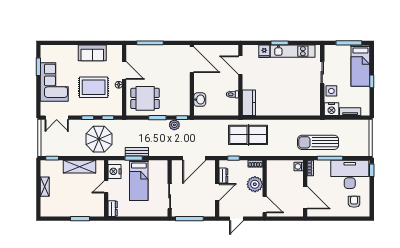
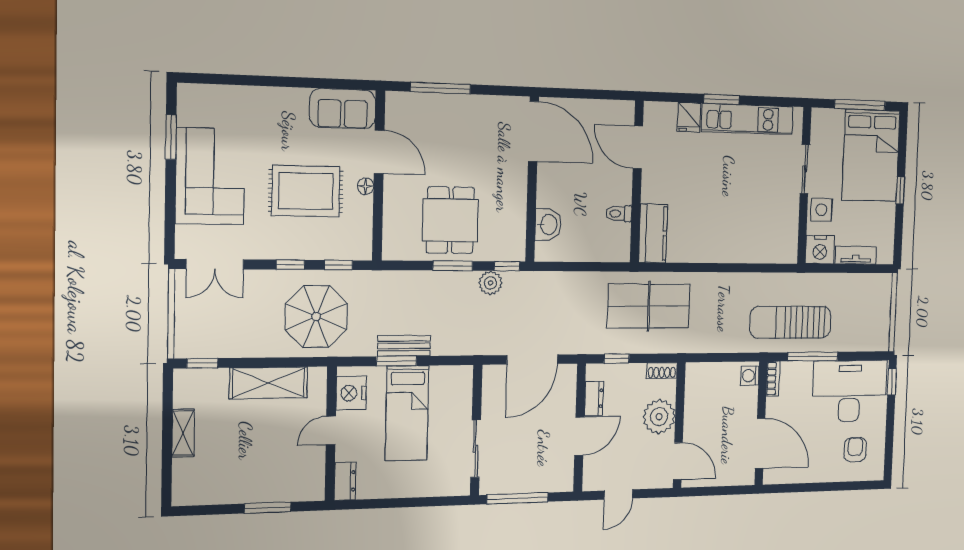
sofa: (92, 53) -> (343, 109), moved
bed: (360, 66) -> (871, 155), width x1.50
dining table: (145, 98) -> (450, 220), moved, turned 90

